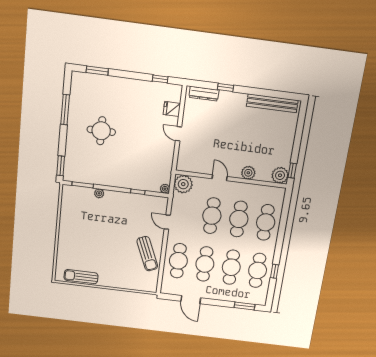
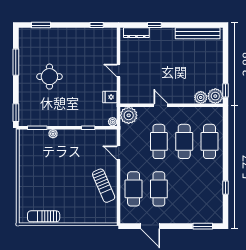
fridge: (172, 109) -> (110, 97), moved
plant: (248, 173) -> (201, 97), moved
cafe table: (231, 267) -> (184, 189), removed
cafe table: (258, 270) -> (209, 189), removed

